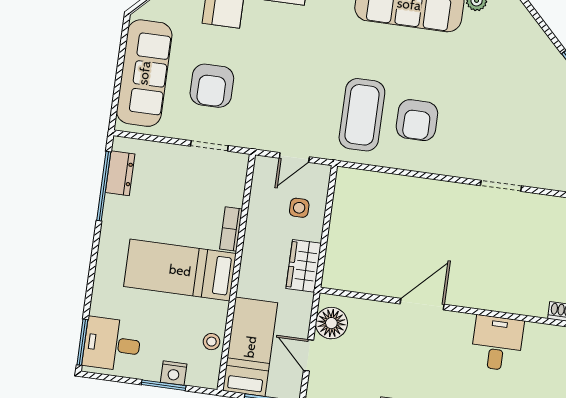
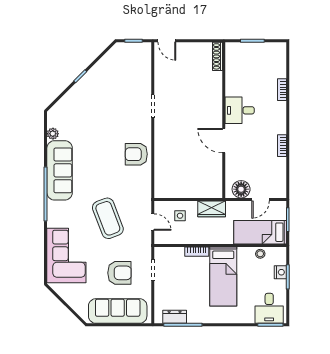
coffee table: (362, 115) -> (108, 218), moved, turned 69
armchair: (417, 120) -> (136, 154), moved, turned 180
desk: (497, 343) -> (240, 110), moved

